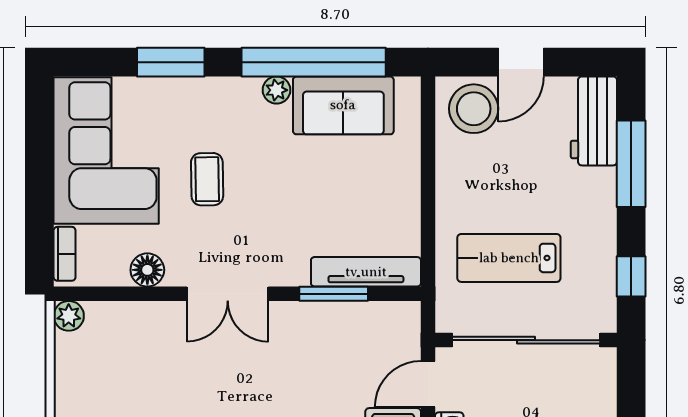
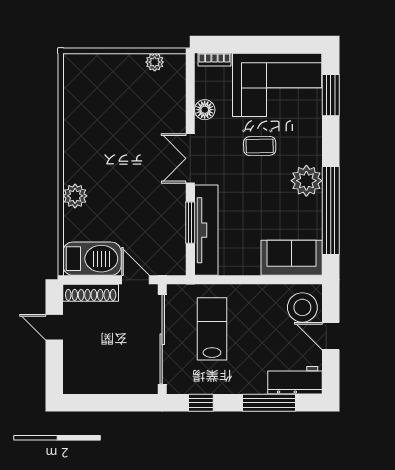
window: (171, 62) -> (331, 95), moved
plant: (276, 90) -> (306, 181), width x1.88, depth x1.88
sofa: (343, 105) -> (292, 258), moved, turned 90
tv unit: (366, 272) -> (206, 230), width x1.36, depth x1.29
plant: (69, 316) -> (155, 62), moved

